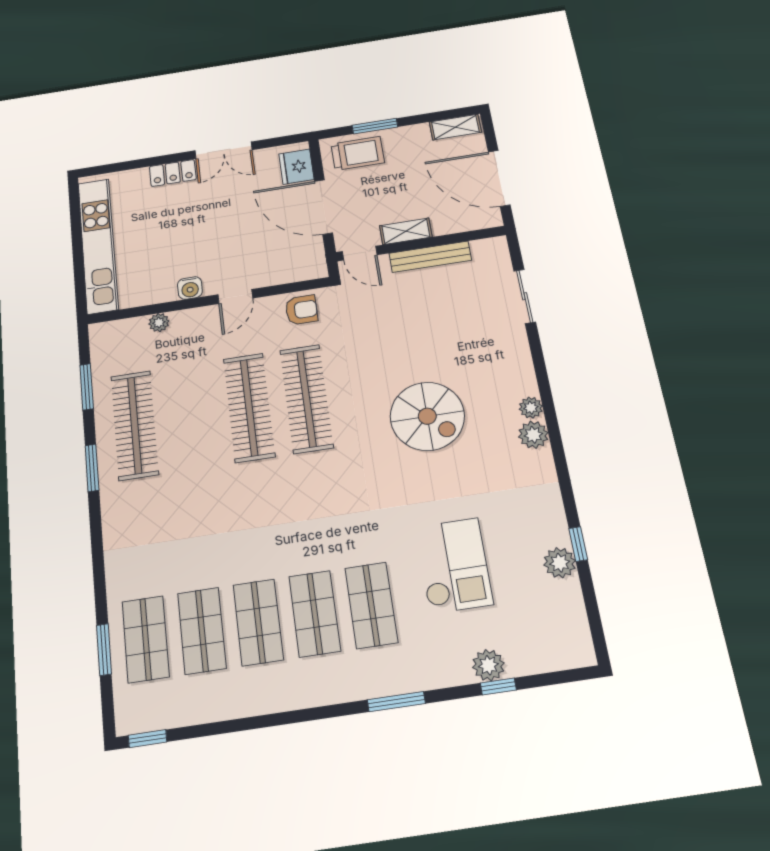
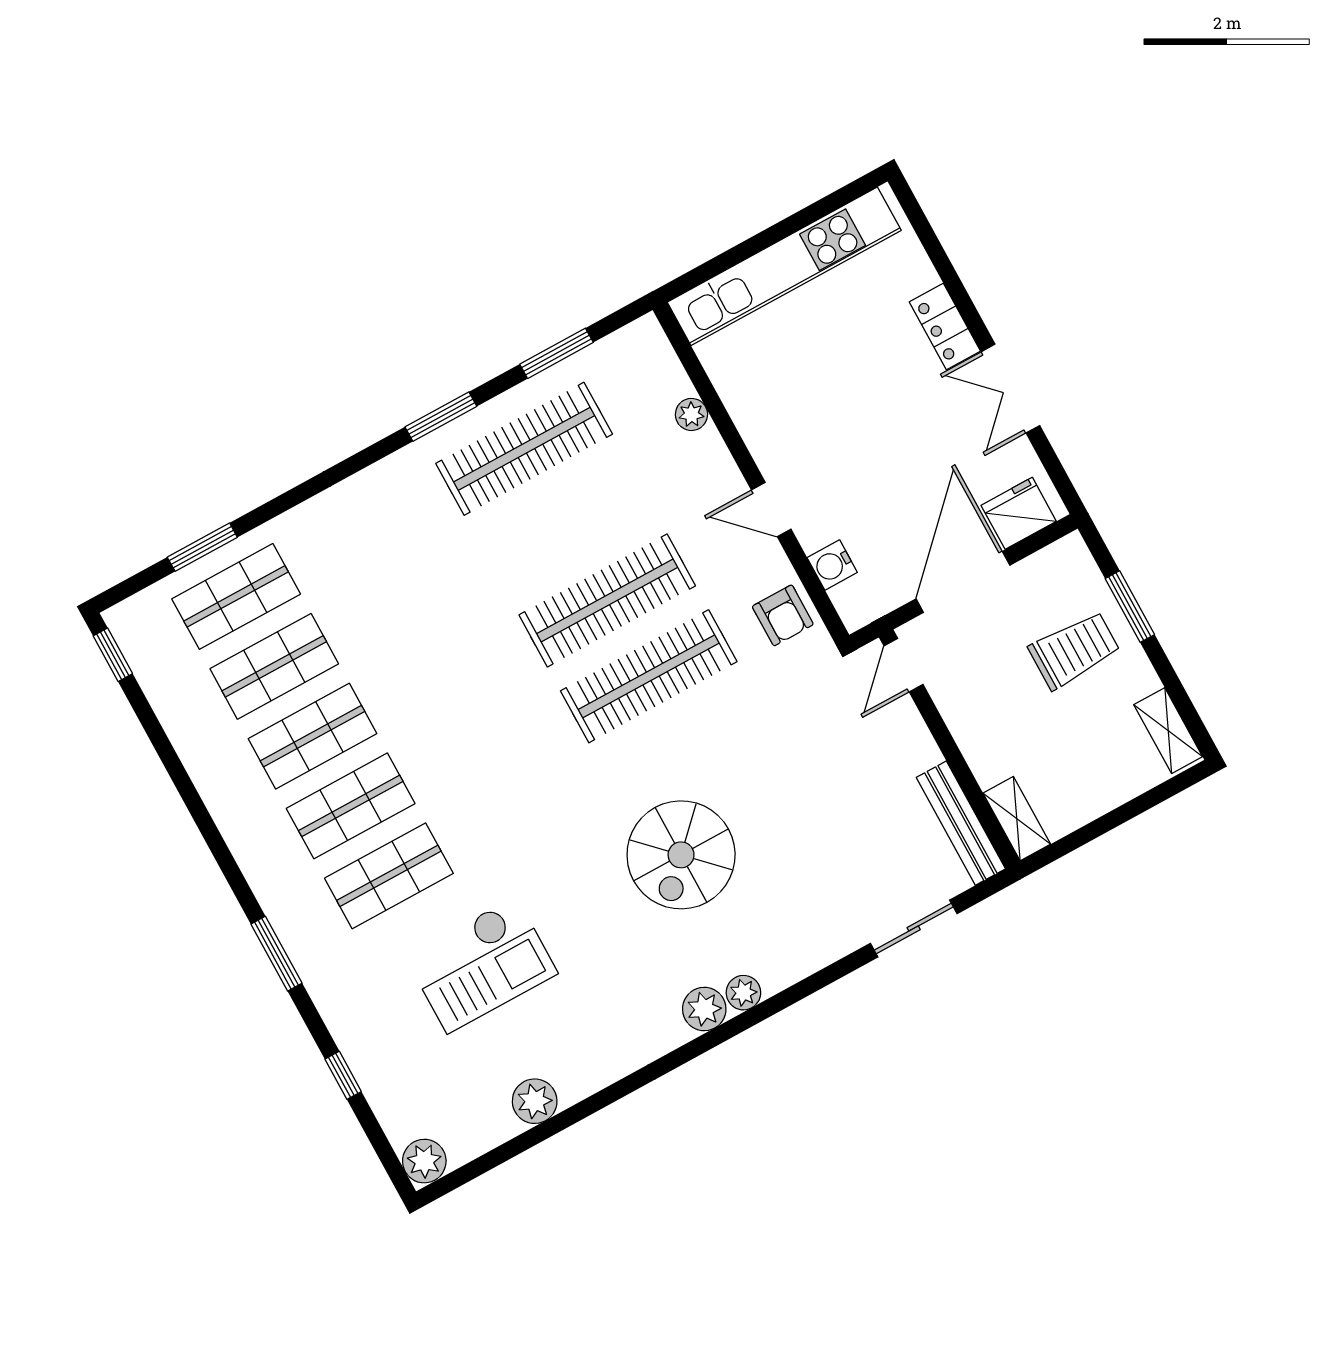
trolley: (358, 153) -> (1074, 650), moved, turned -90
door: (499, 178) -> (1099, 827), removed
shelving: (406, 231) -> (1017, 819), moved
bench: (430, 257) -> (961, 823), moved
water cooler: (190, 288) -> (832, 565), moved
window: (578, 544) -> (569, 1117), removed
plant: (488, 665) -> (424, 1161), moved

